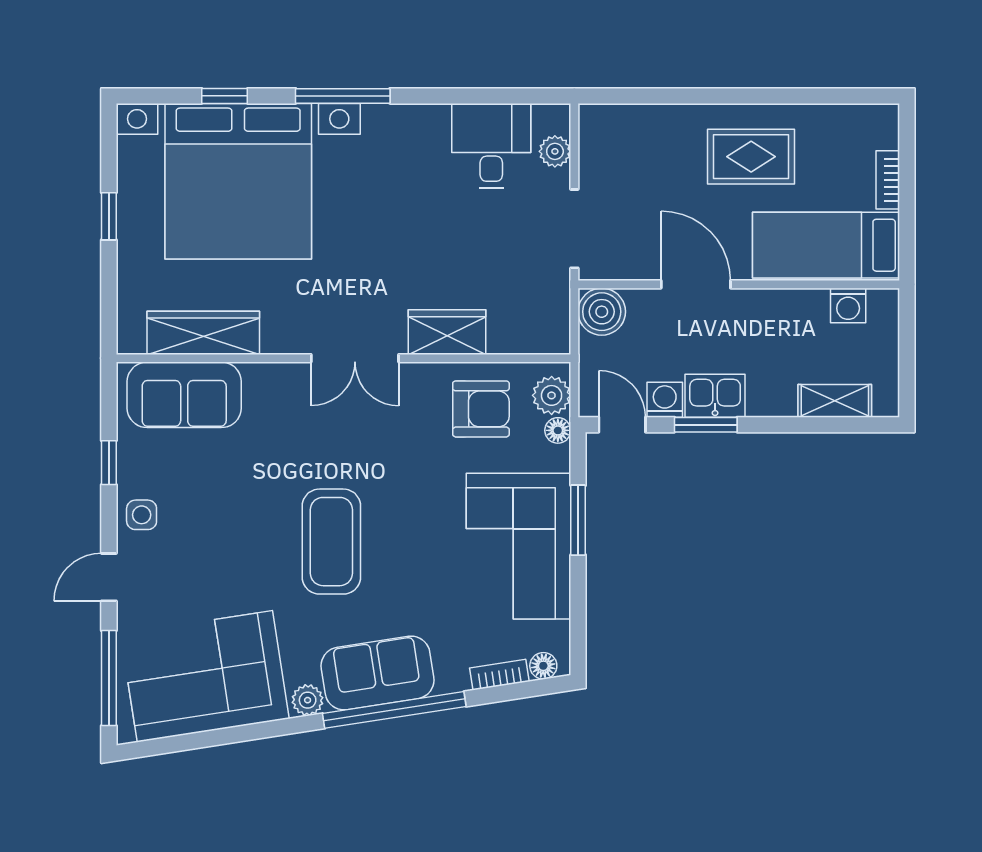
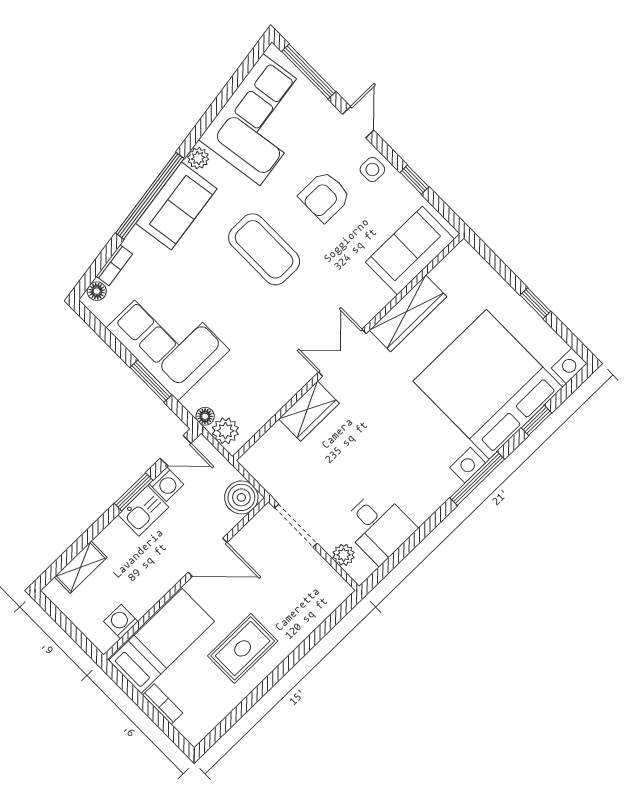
wardrobe: (203, 333) -> (408, 313), moved
armchair: (481, 409) -> (325, 196), moved

